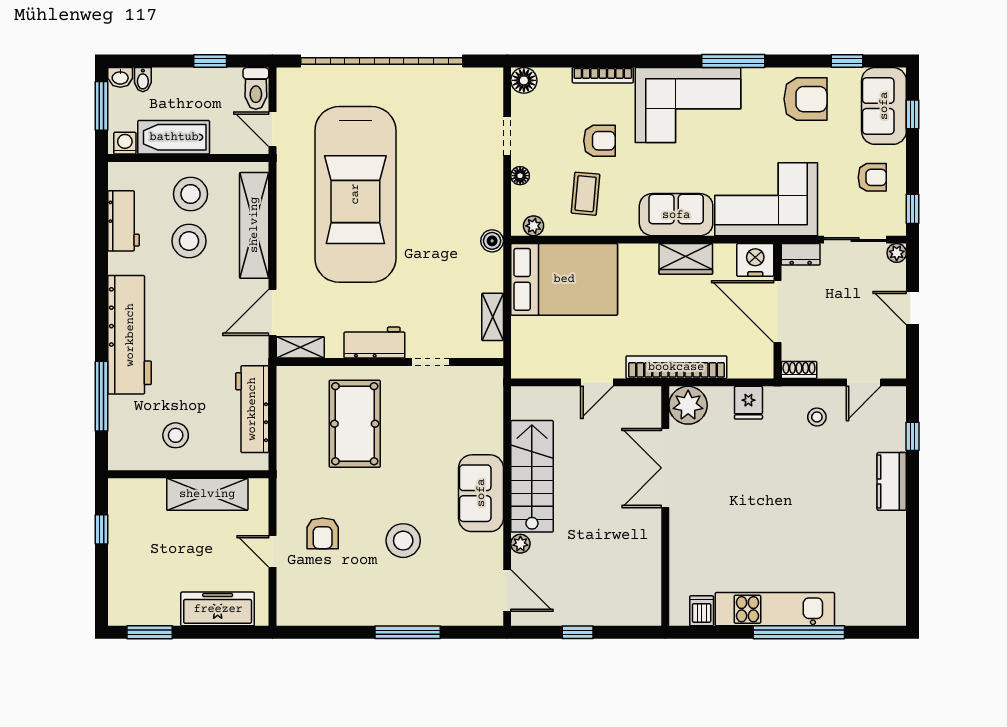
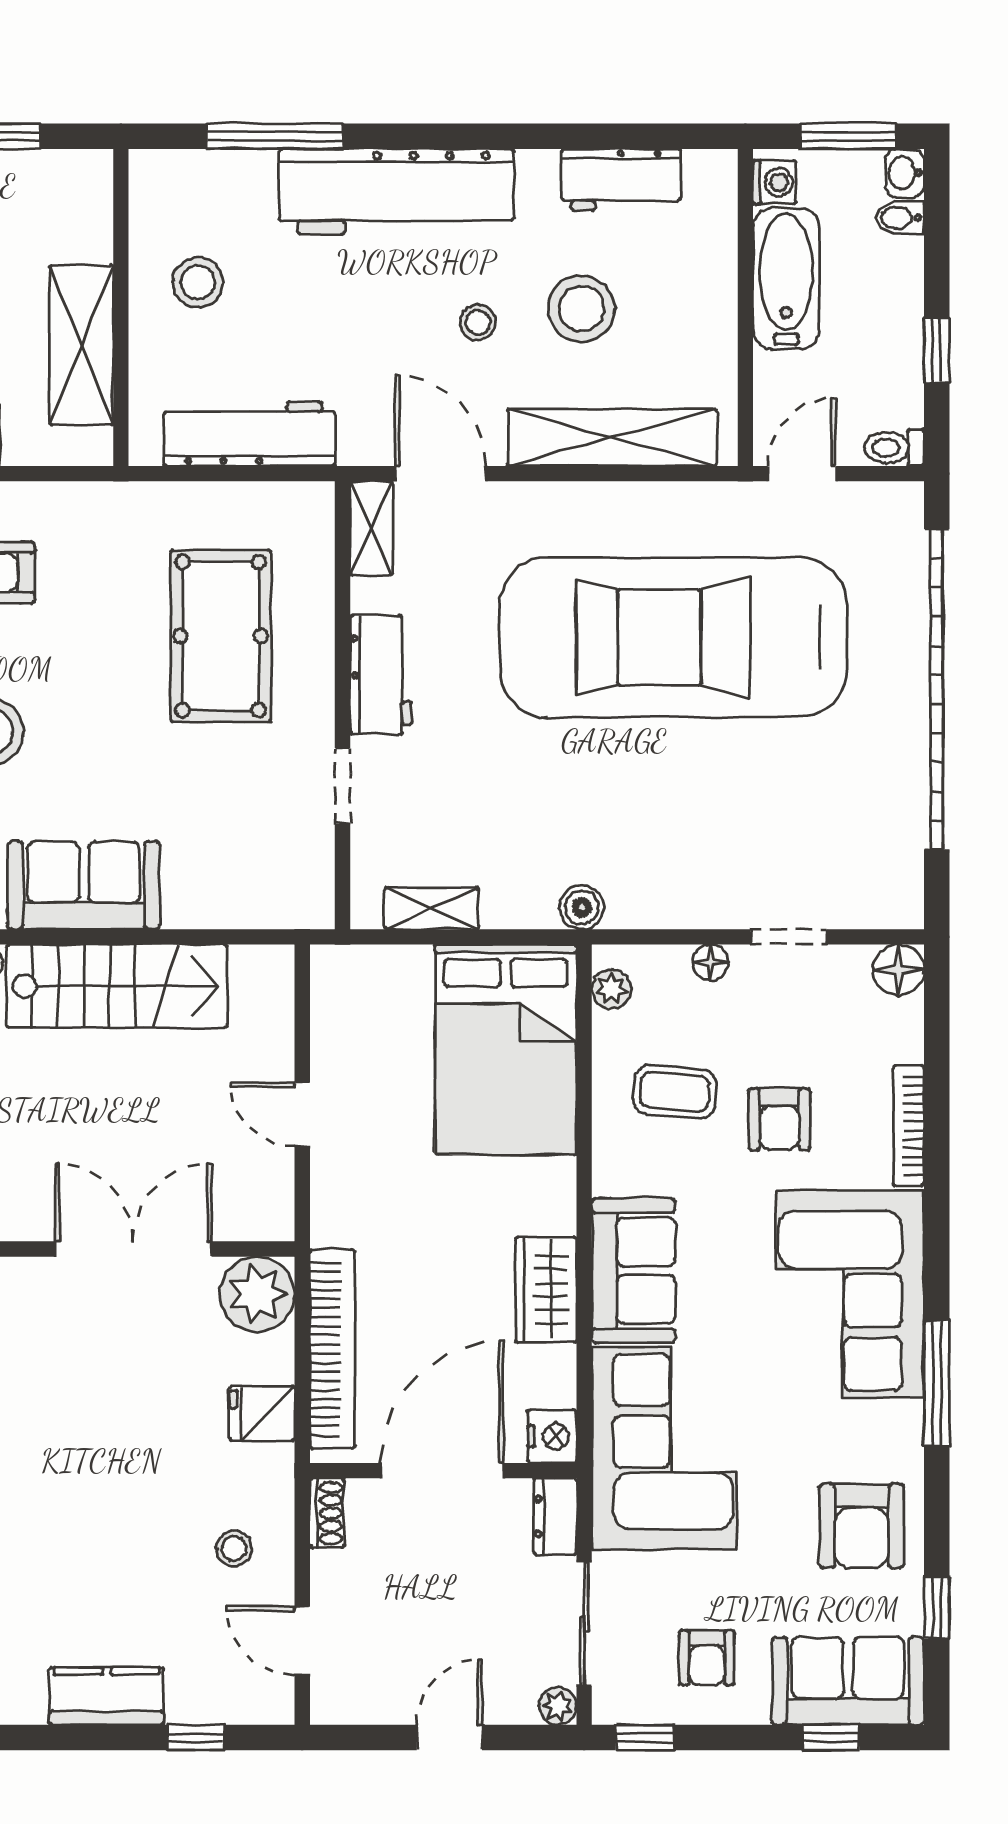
toilet: (256, 88) -> (894, 448), width x0.73, depth x0.72
stool: (191, 194) -> (478, 322), moved, width x0.53, depth x0.53
nightstand: (755, 260) -> (552, 1436), width x0.74, depth x0.75
bookcase: (676, 367) -> (332, 1349), moved
pool table: (355, 424) -> (221, 636), turned 90

